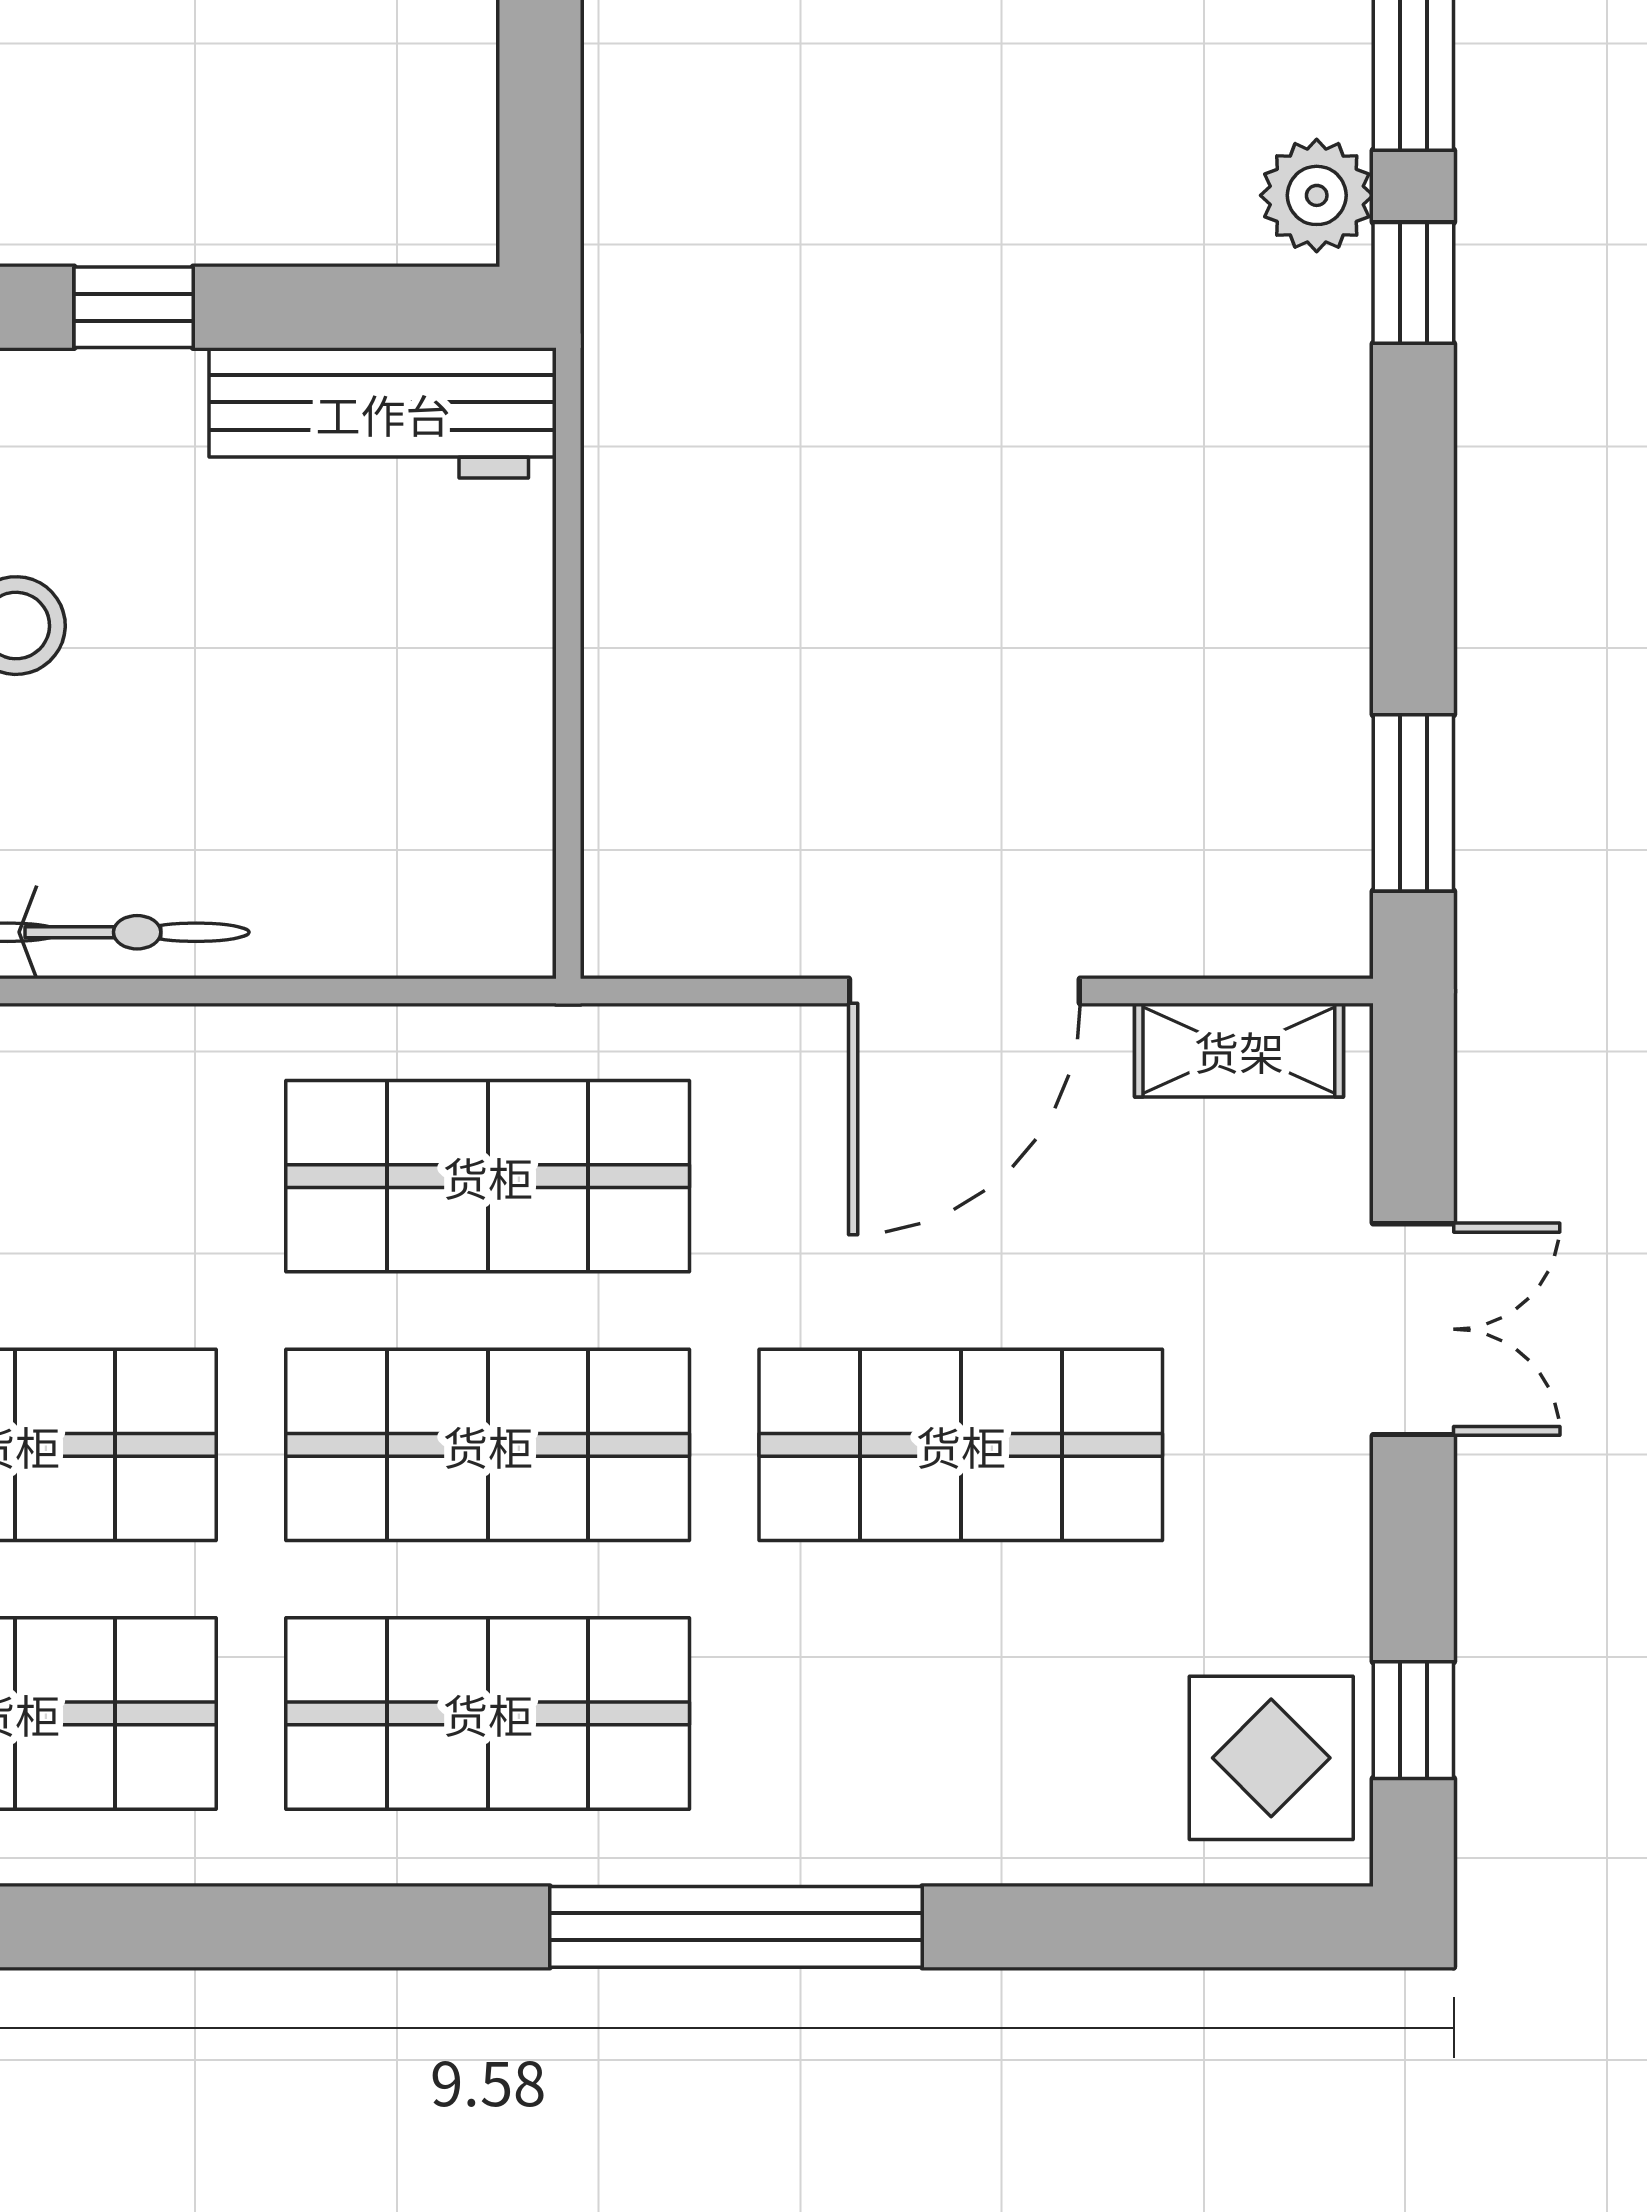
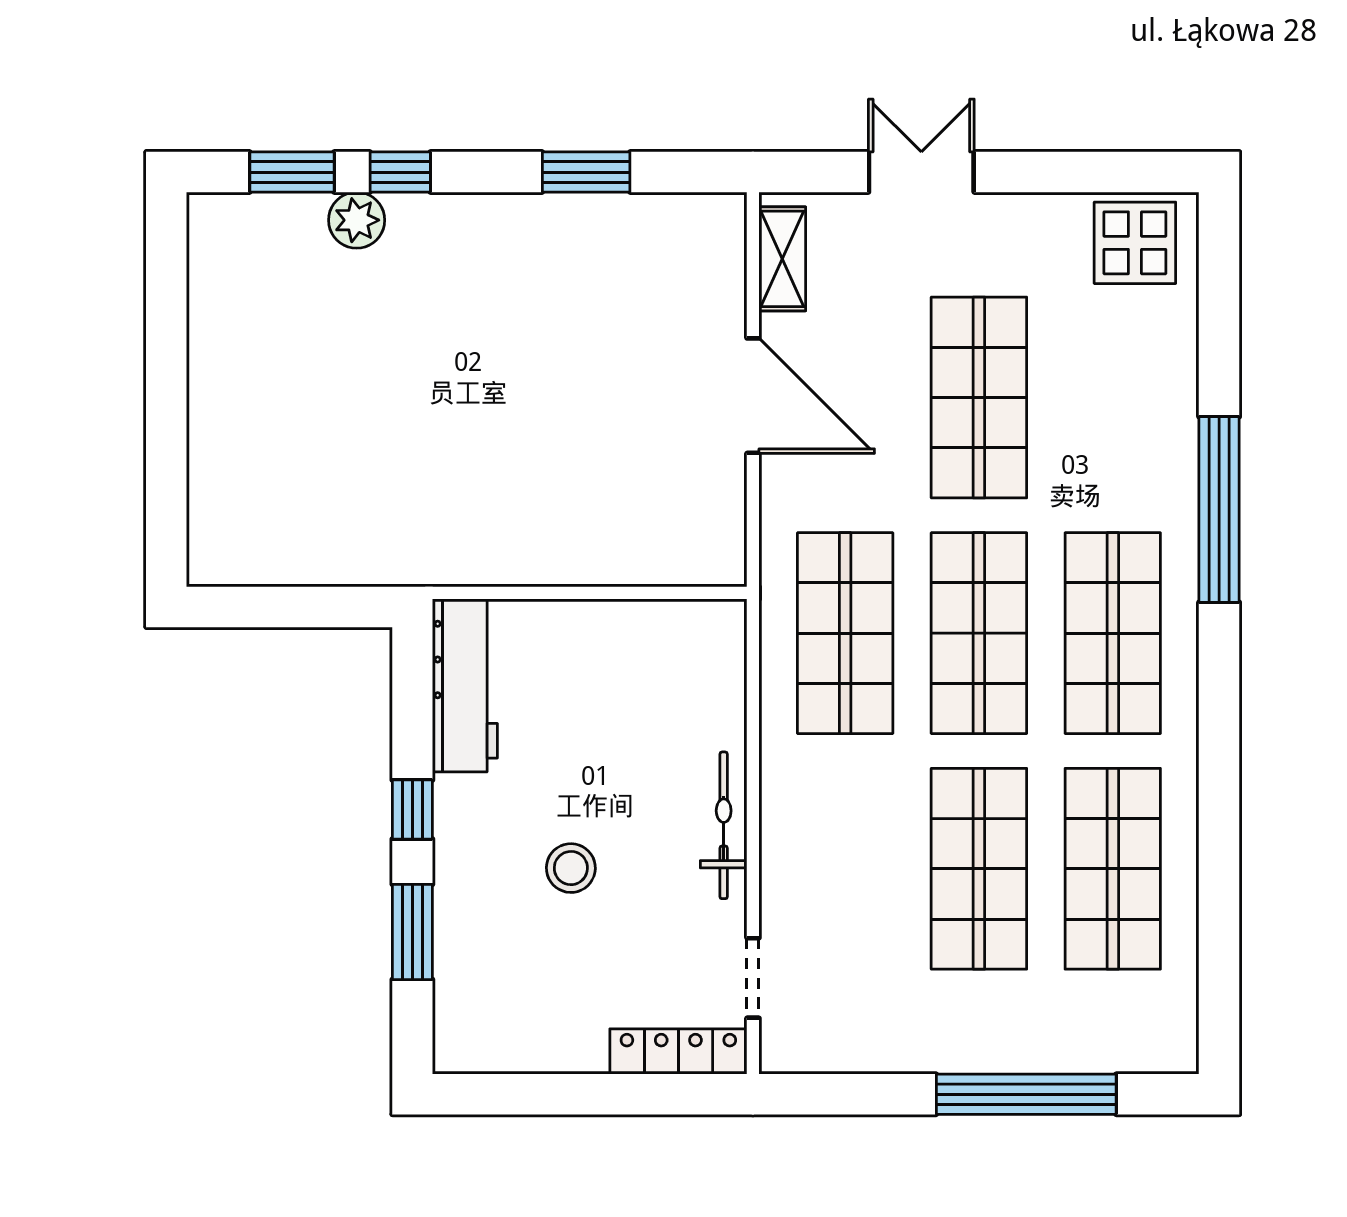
window: (1413, 803) -> (586, 172), moved
window: (1413, 1720) -> (1116, 172), removed

